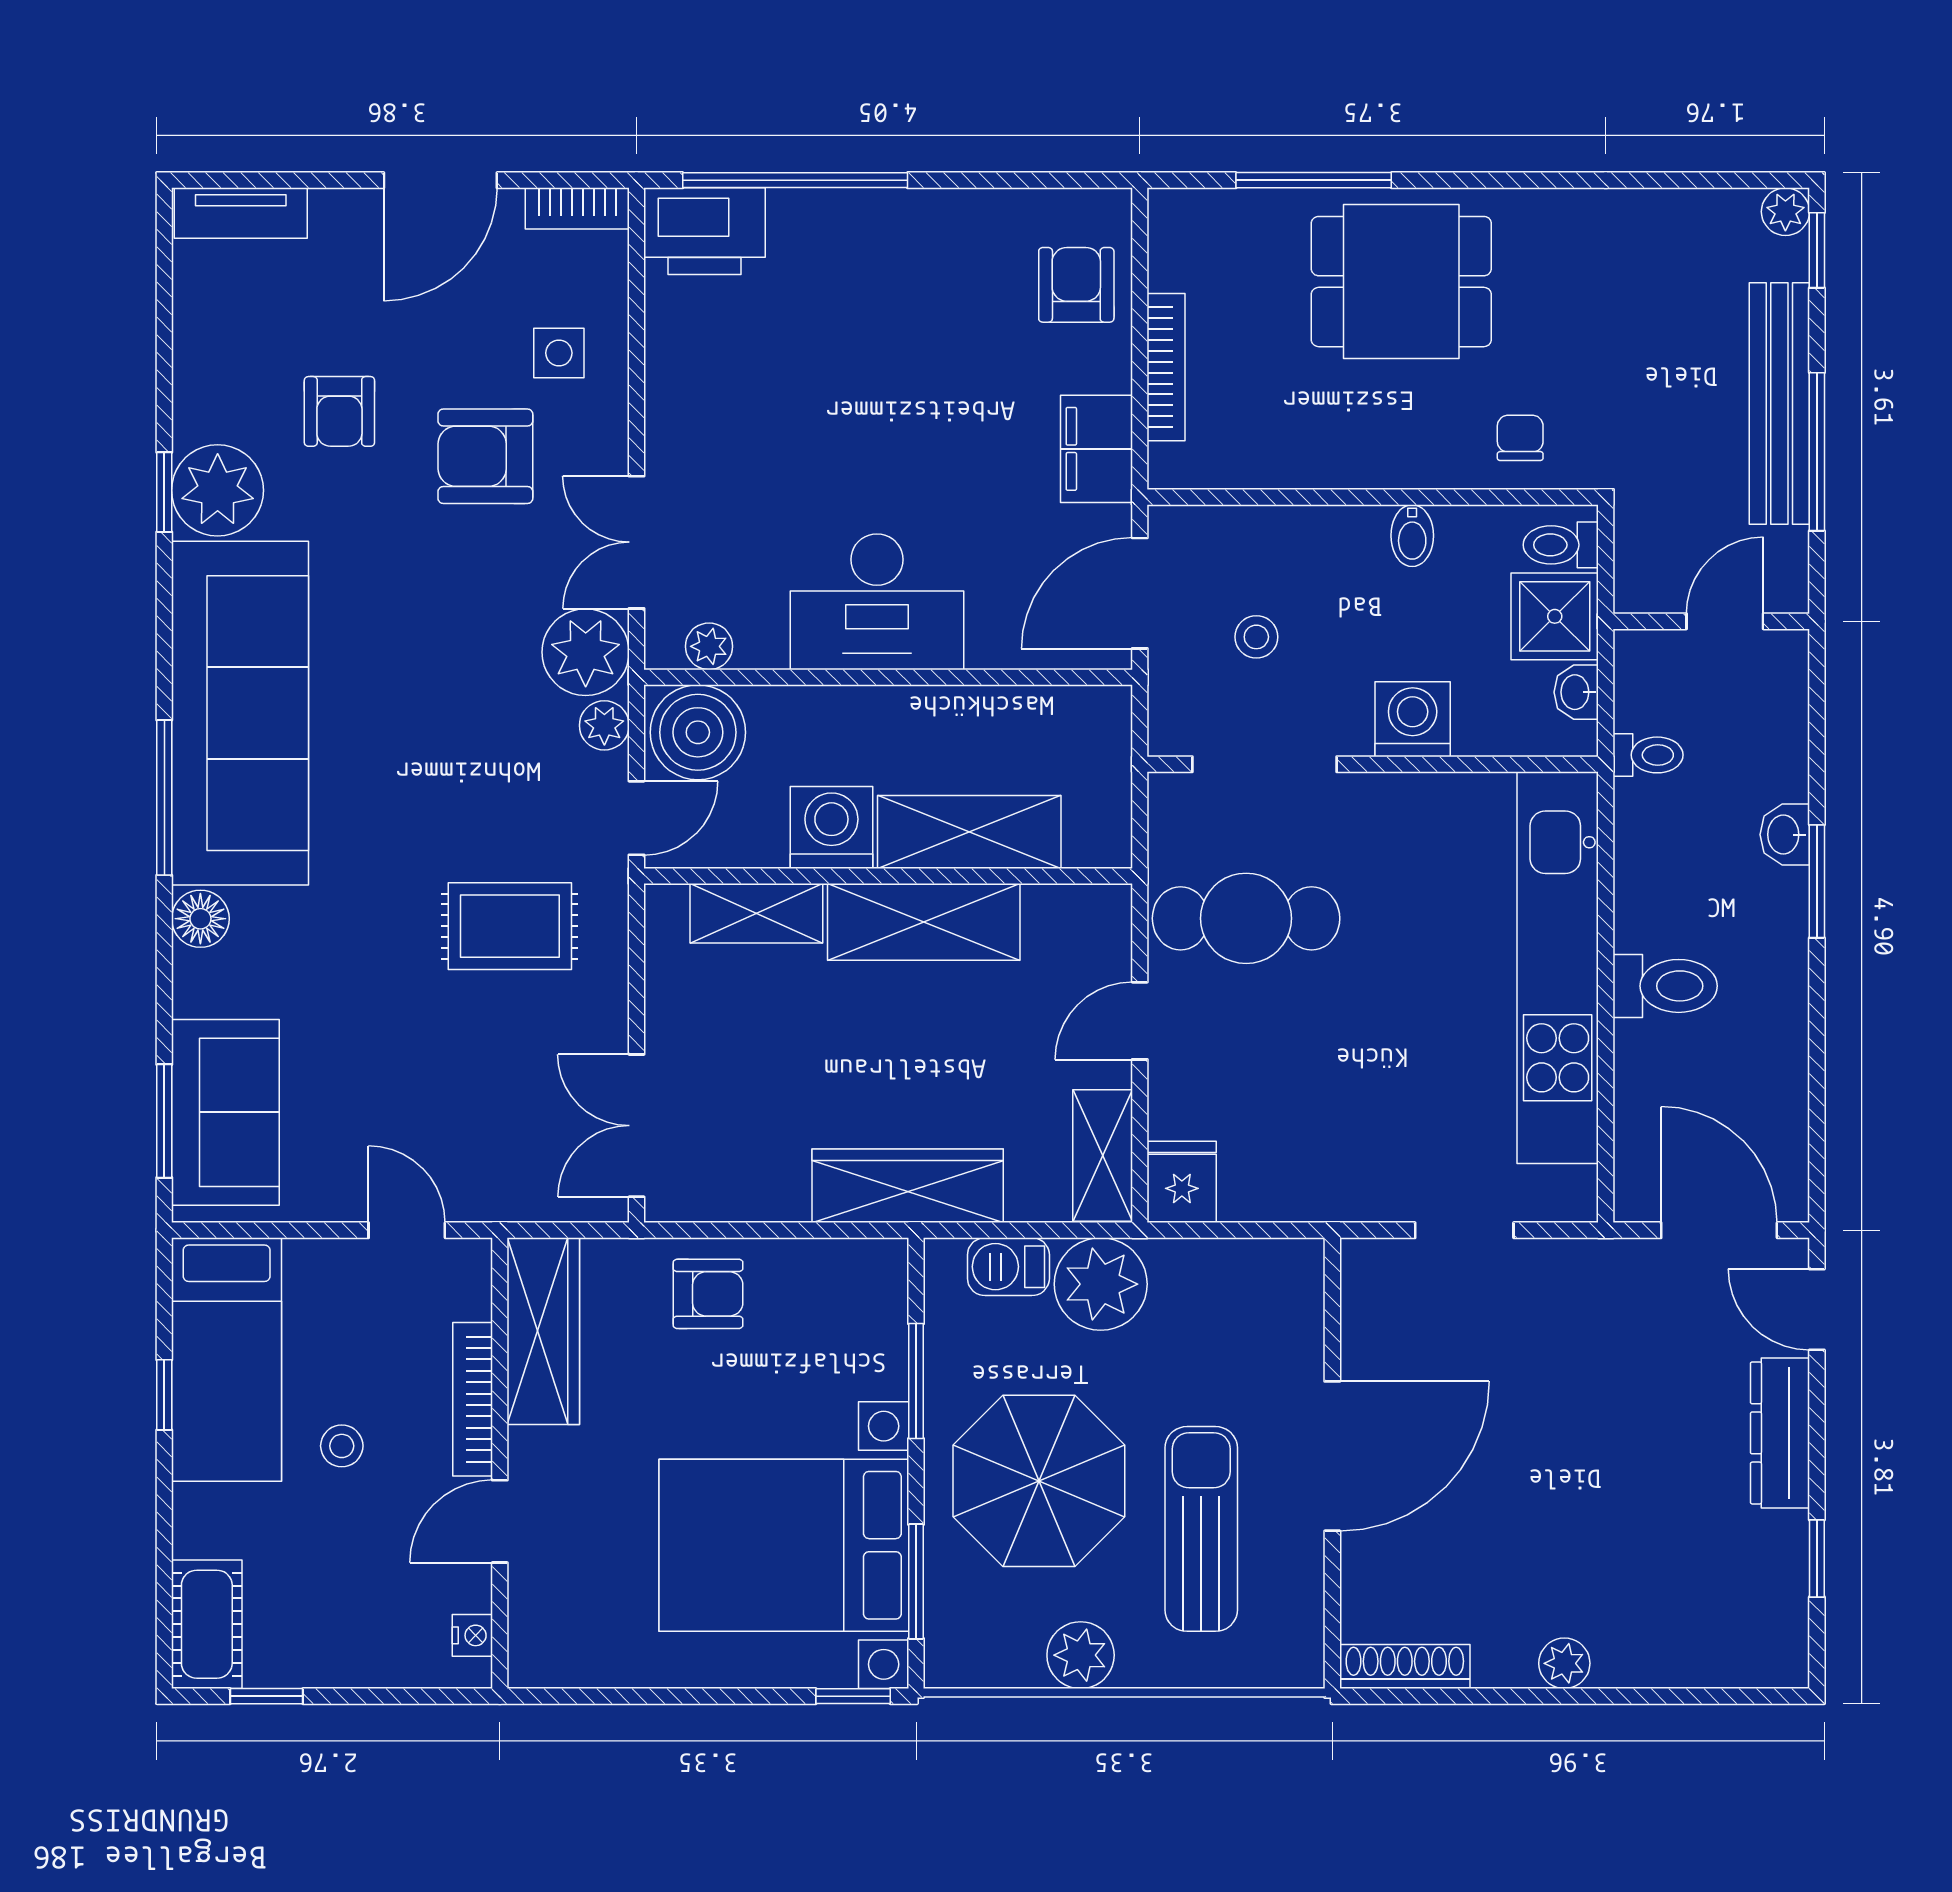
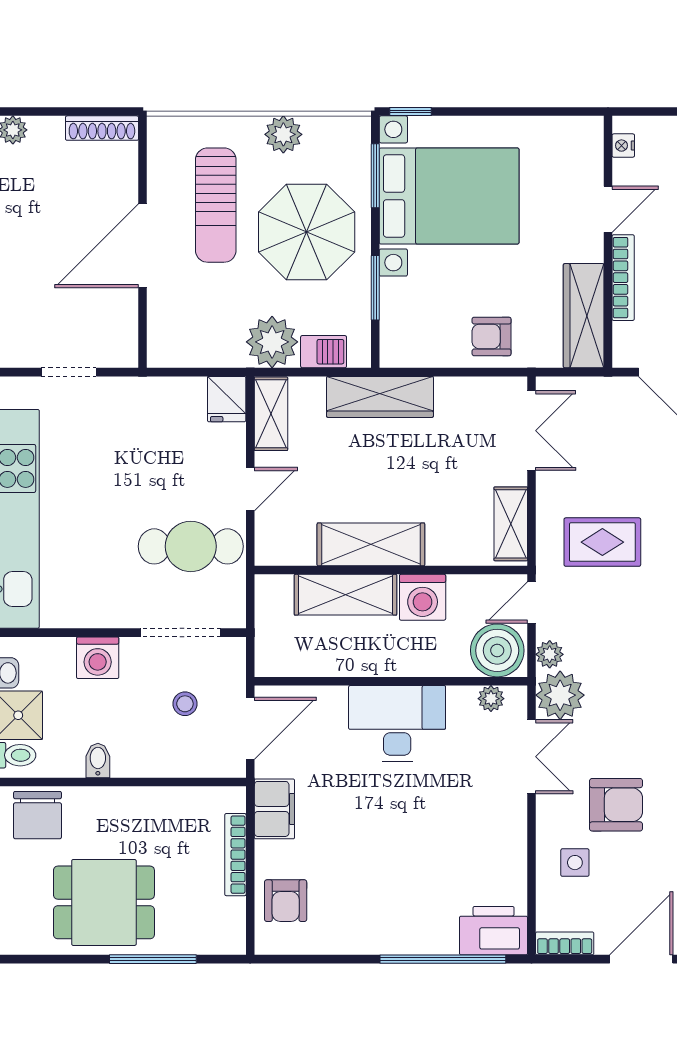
chair: (1520, 438) -> (37, 815), width x1.87, depth x1.87
shelving: (756, 913) -> (511, 524), moved, turned 90

